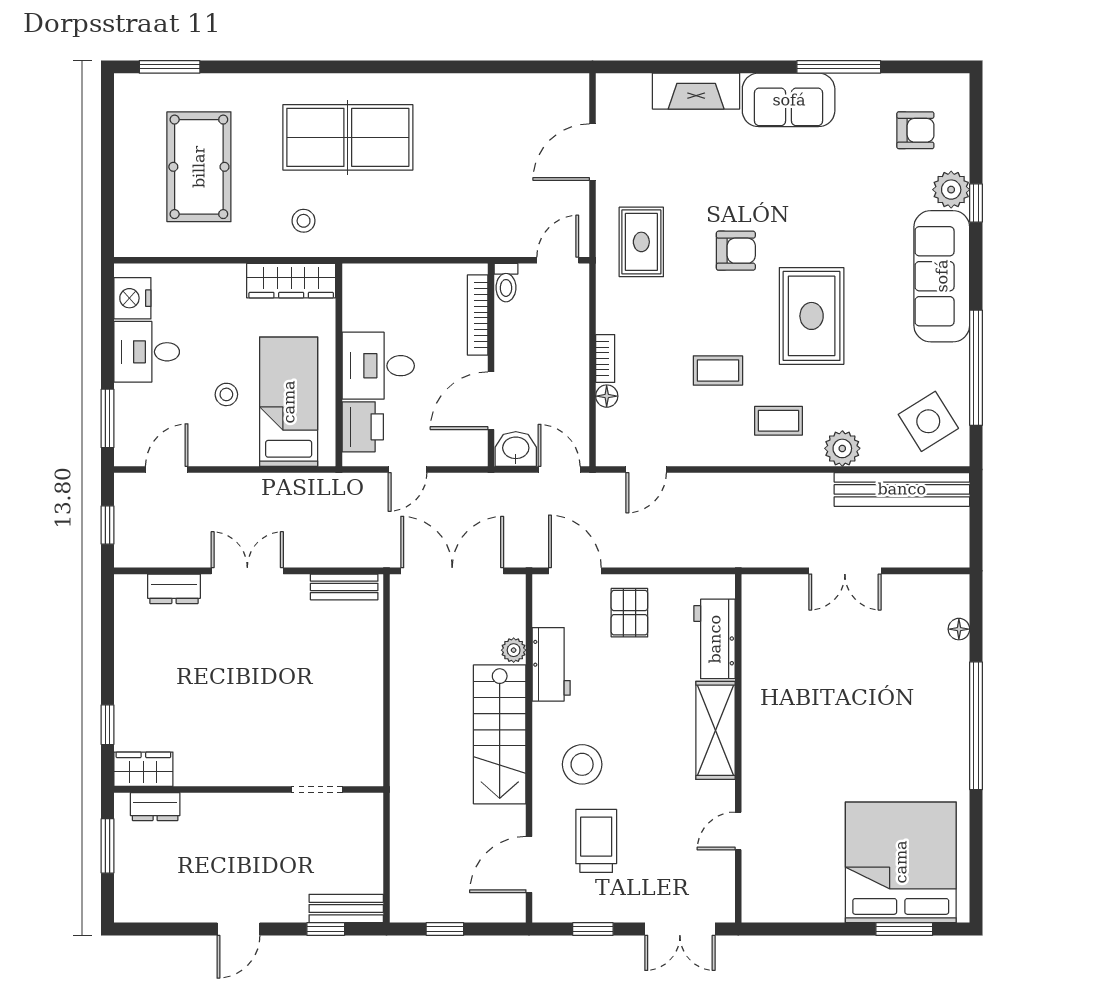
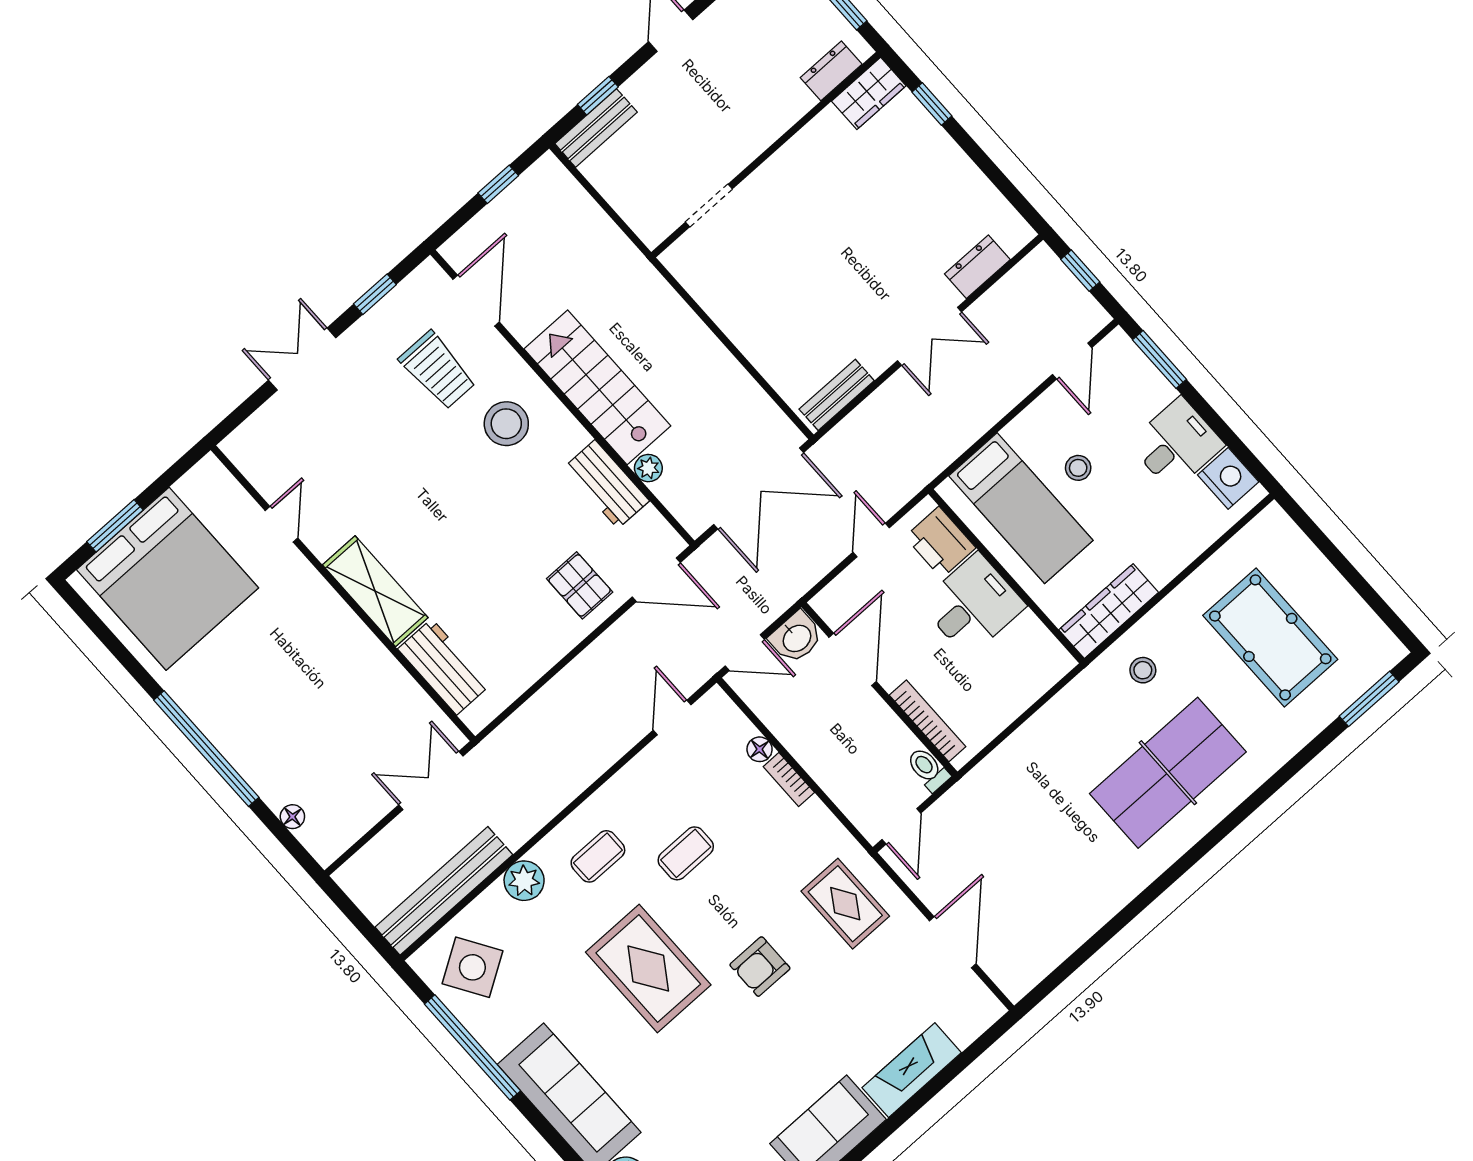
workbench: (715, 639) -> (444, 667), moved
shelving: (715, 730) -> (375, 591), moved
wall: (738, 748) -> (343, 593), moved
door: (738, 831) -> (282, 524), moved

